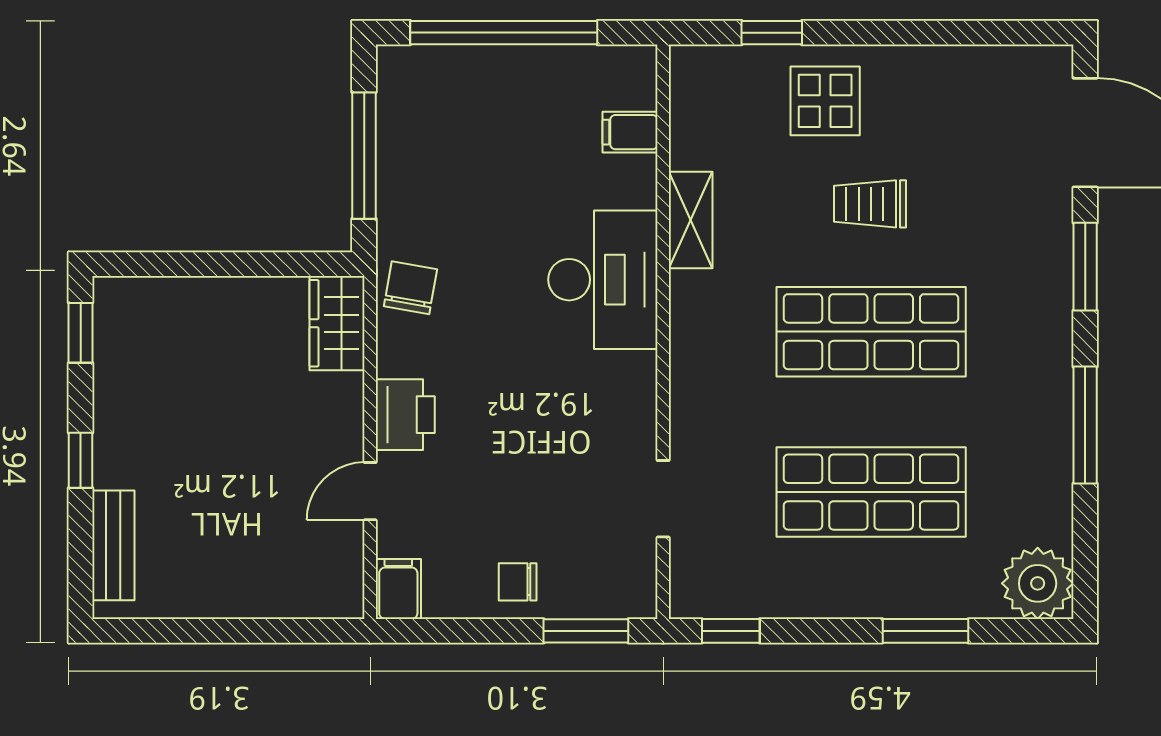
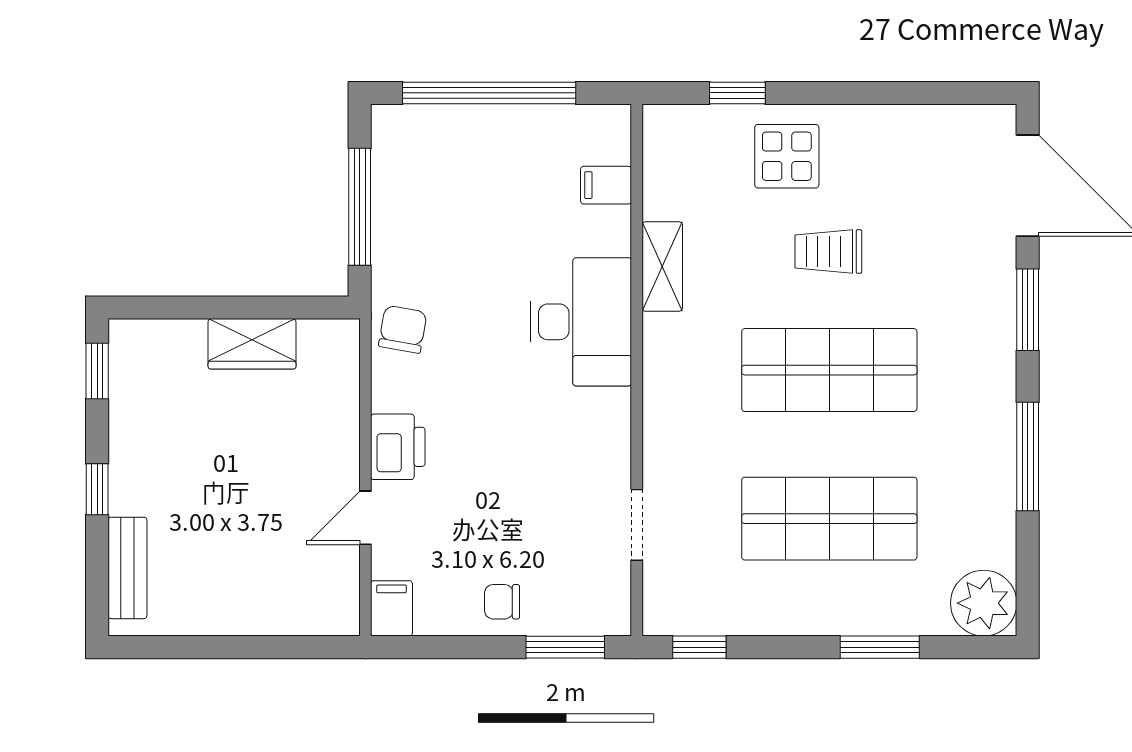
wardrobe: (337, 323) -> (252, 344), moved, turned -90

